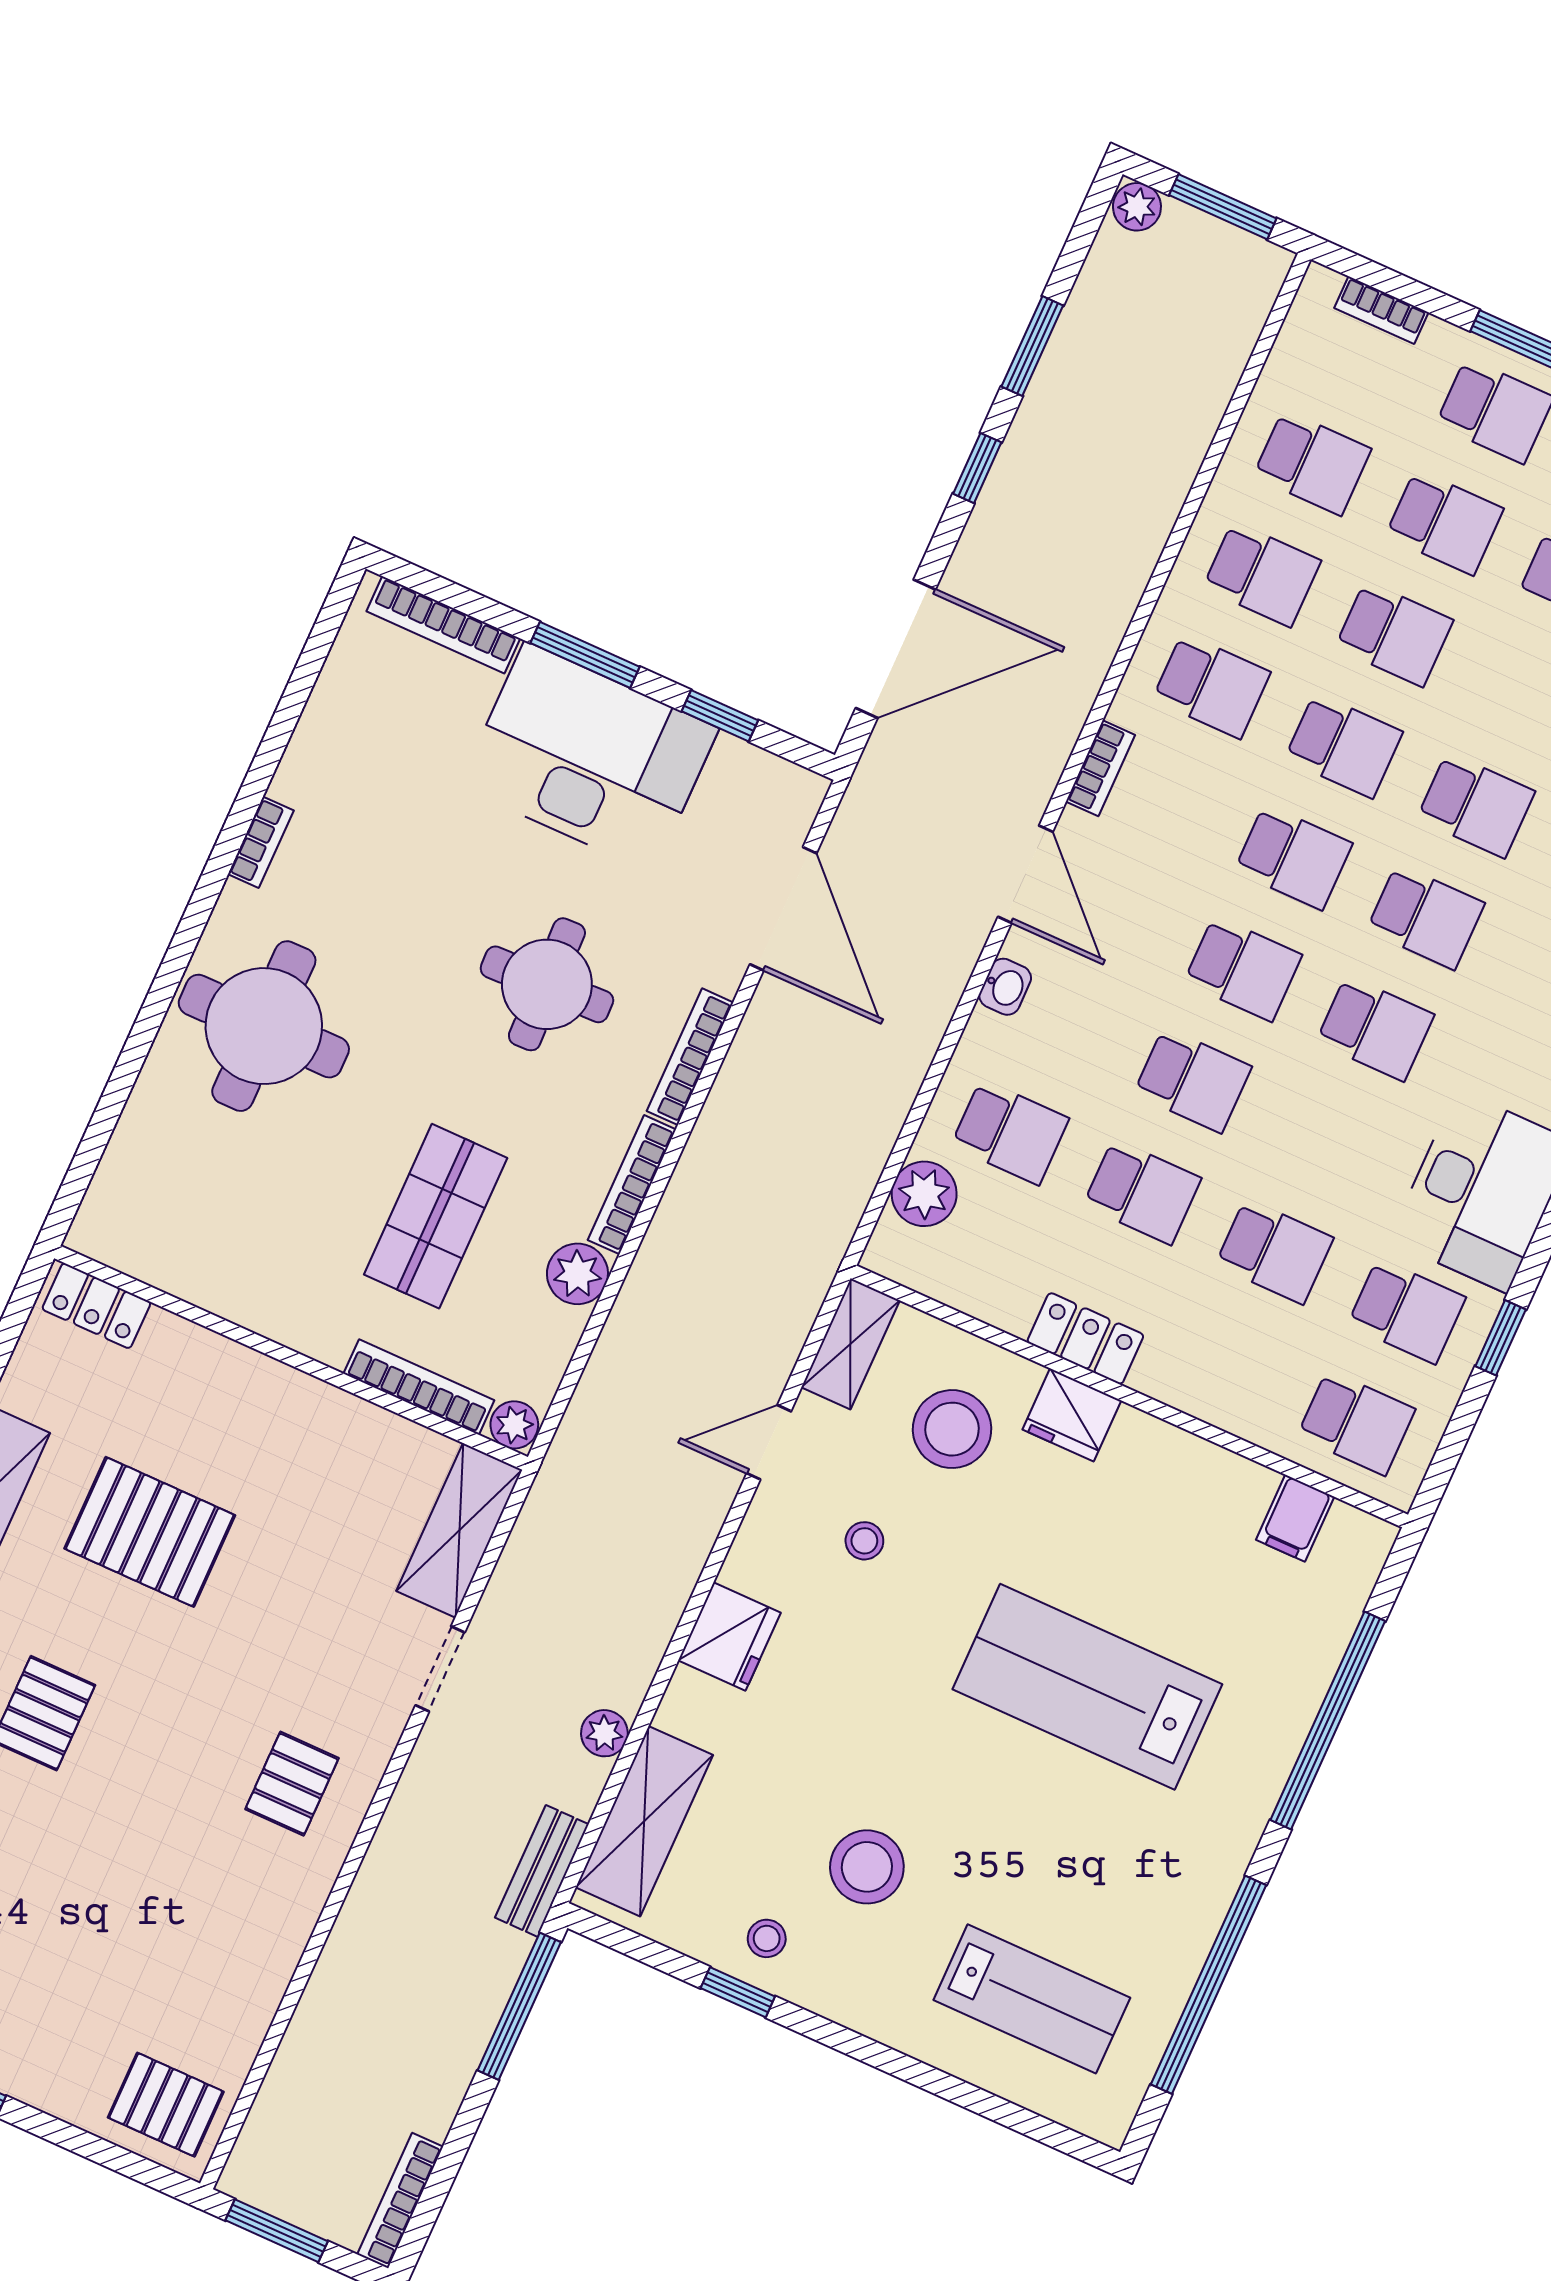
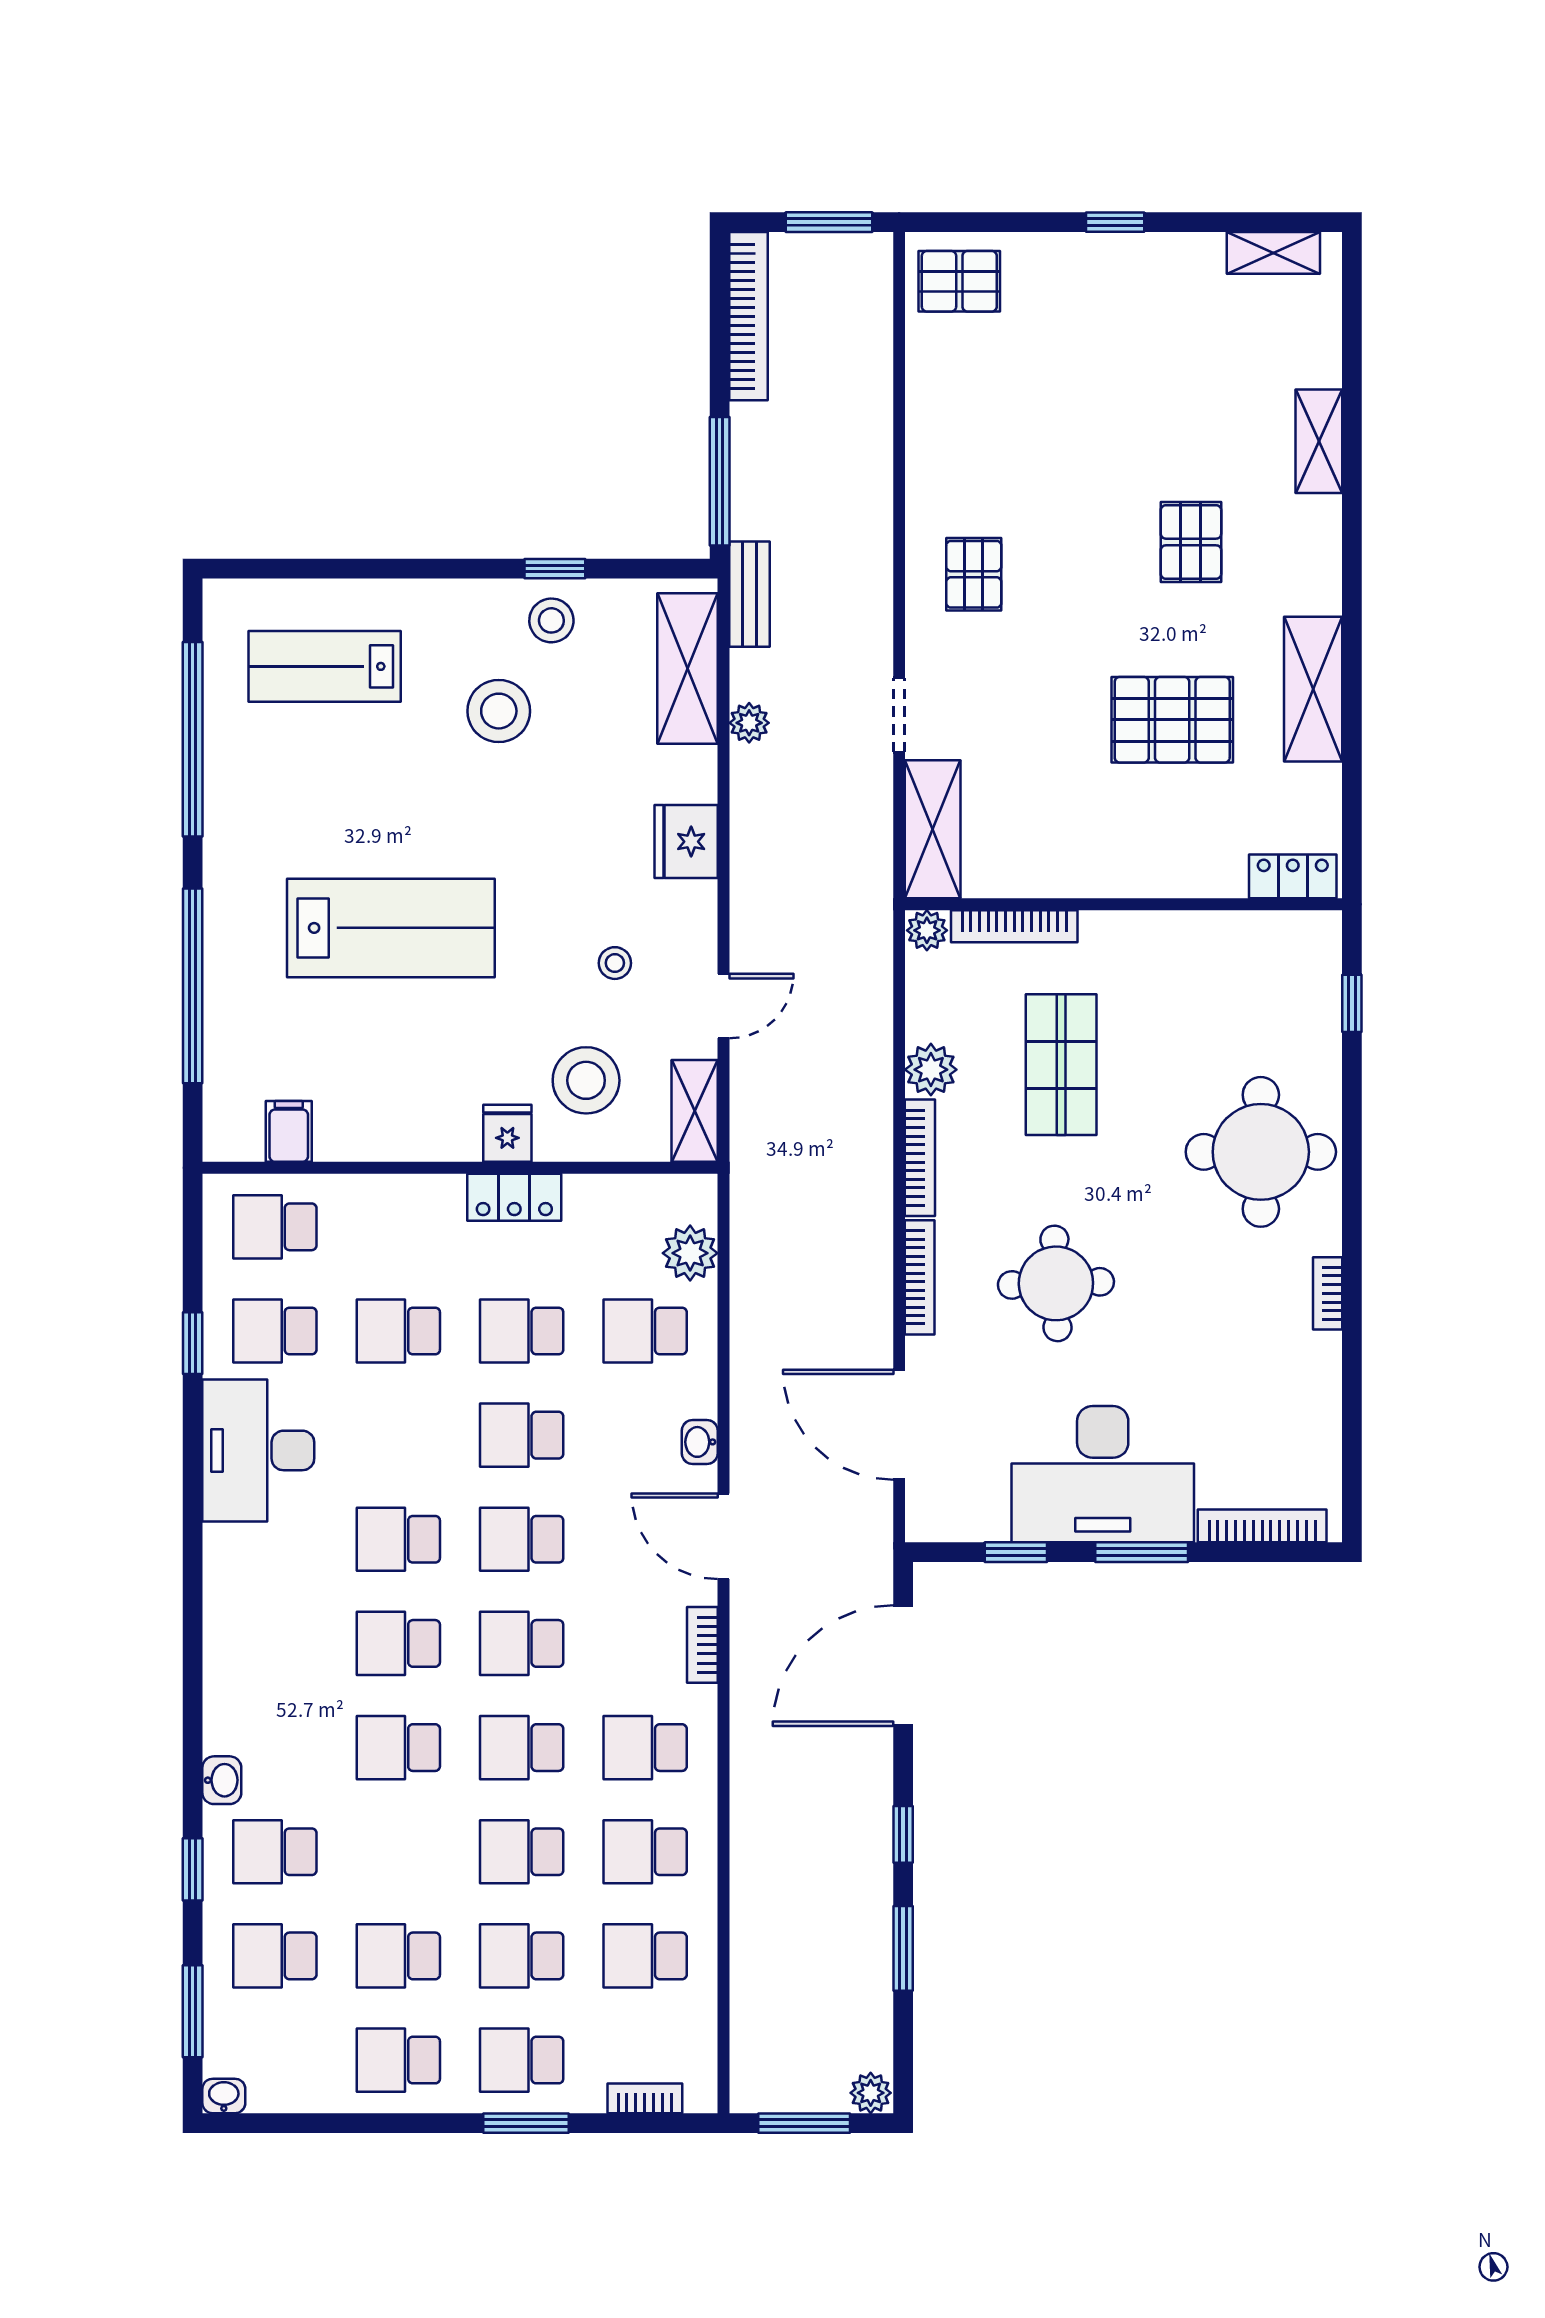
window: (94, 1141) -> (1352, 1003), added
fridge: (1072, 1415) -> (507, 1133), width x0.72
stool: (767, 1938) -> (551, 620), width x1.37, depth x1.37
bookcase: (400, 2201) -> (748, 316), width x1.48, depth x1.31

